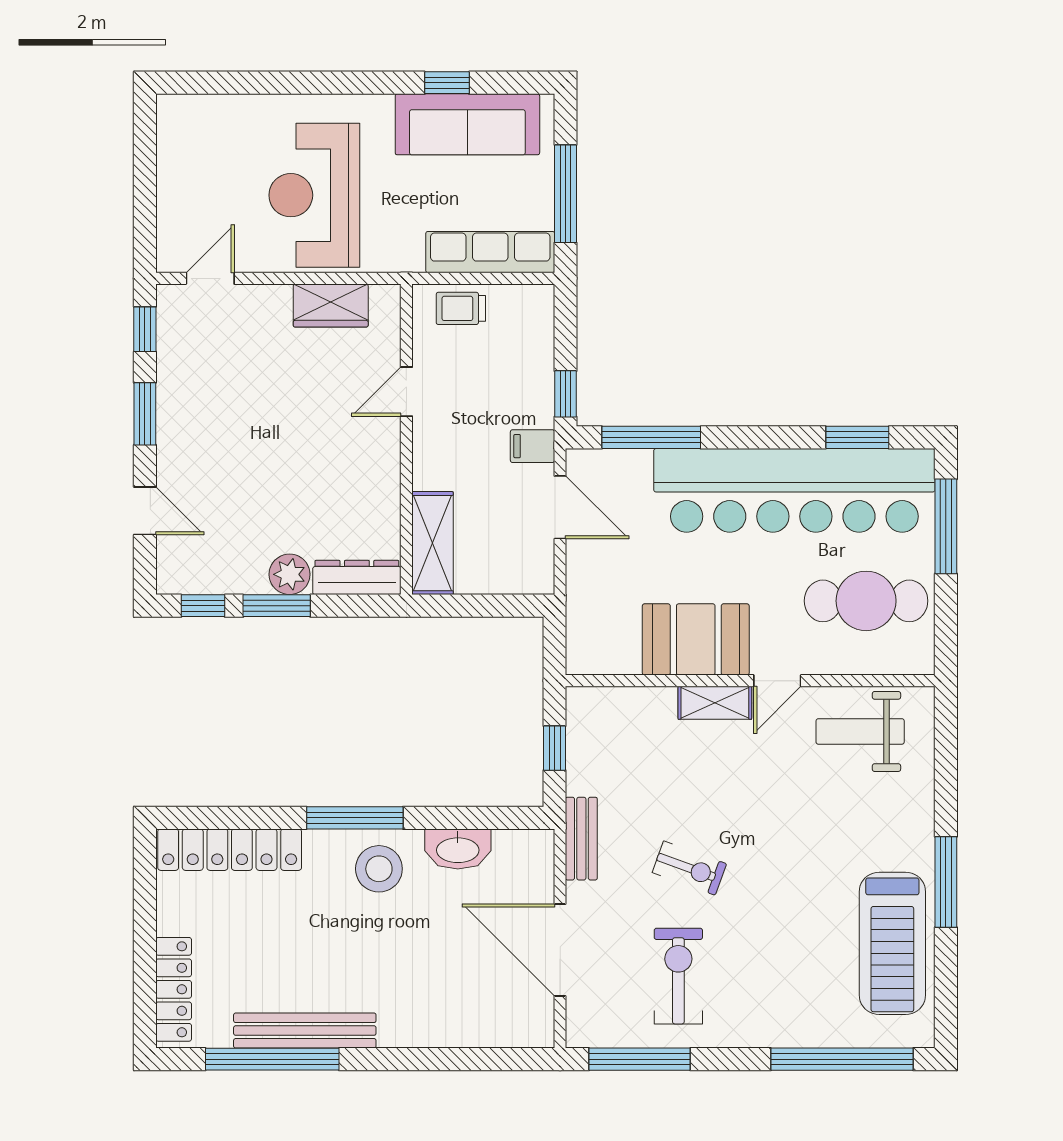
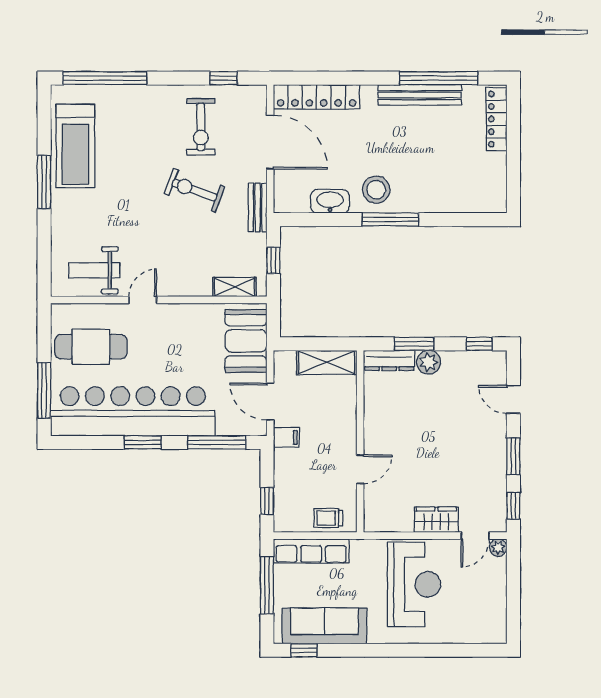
window: (447, 83) -> (304, 650), moved
plant: (171, 258) -> (498, 548), added
wardrobe: (331, 306) -> (436, 520), moved
trolley: (461, 308) -> (328, 518), turned 180
window: (565, 394) -> (267, 501), moved
window: (857, 437) -> (143, 442), moved
shelving: (433, 543) -> (327, 362), moved, turned 90
window: (277, 606) -> (414, 344), moved
booth: (696, 639) -> (246, 341), moved, turned 90
shelving: (715, 703) -> (234, 287), moved
weight bench: (860, 731) -> (94, 270), turned 180
locker: (230, 850) -> (317, 97), moved, turned 180
exercise bike: (689, 868) -> (194, 190), width x1.38, depth x1.39
treadmill: (892, 943) -> (75, 146), turned 180
window: (640, 1059) -> (224, 78), width x0.46

